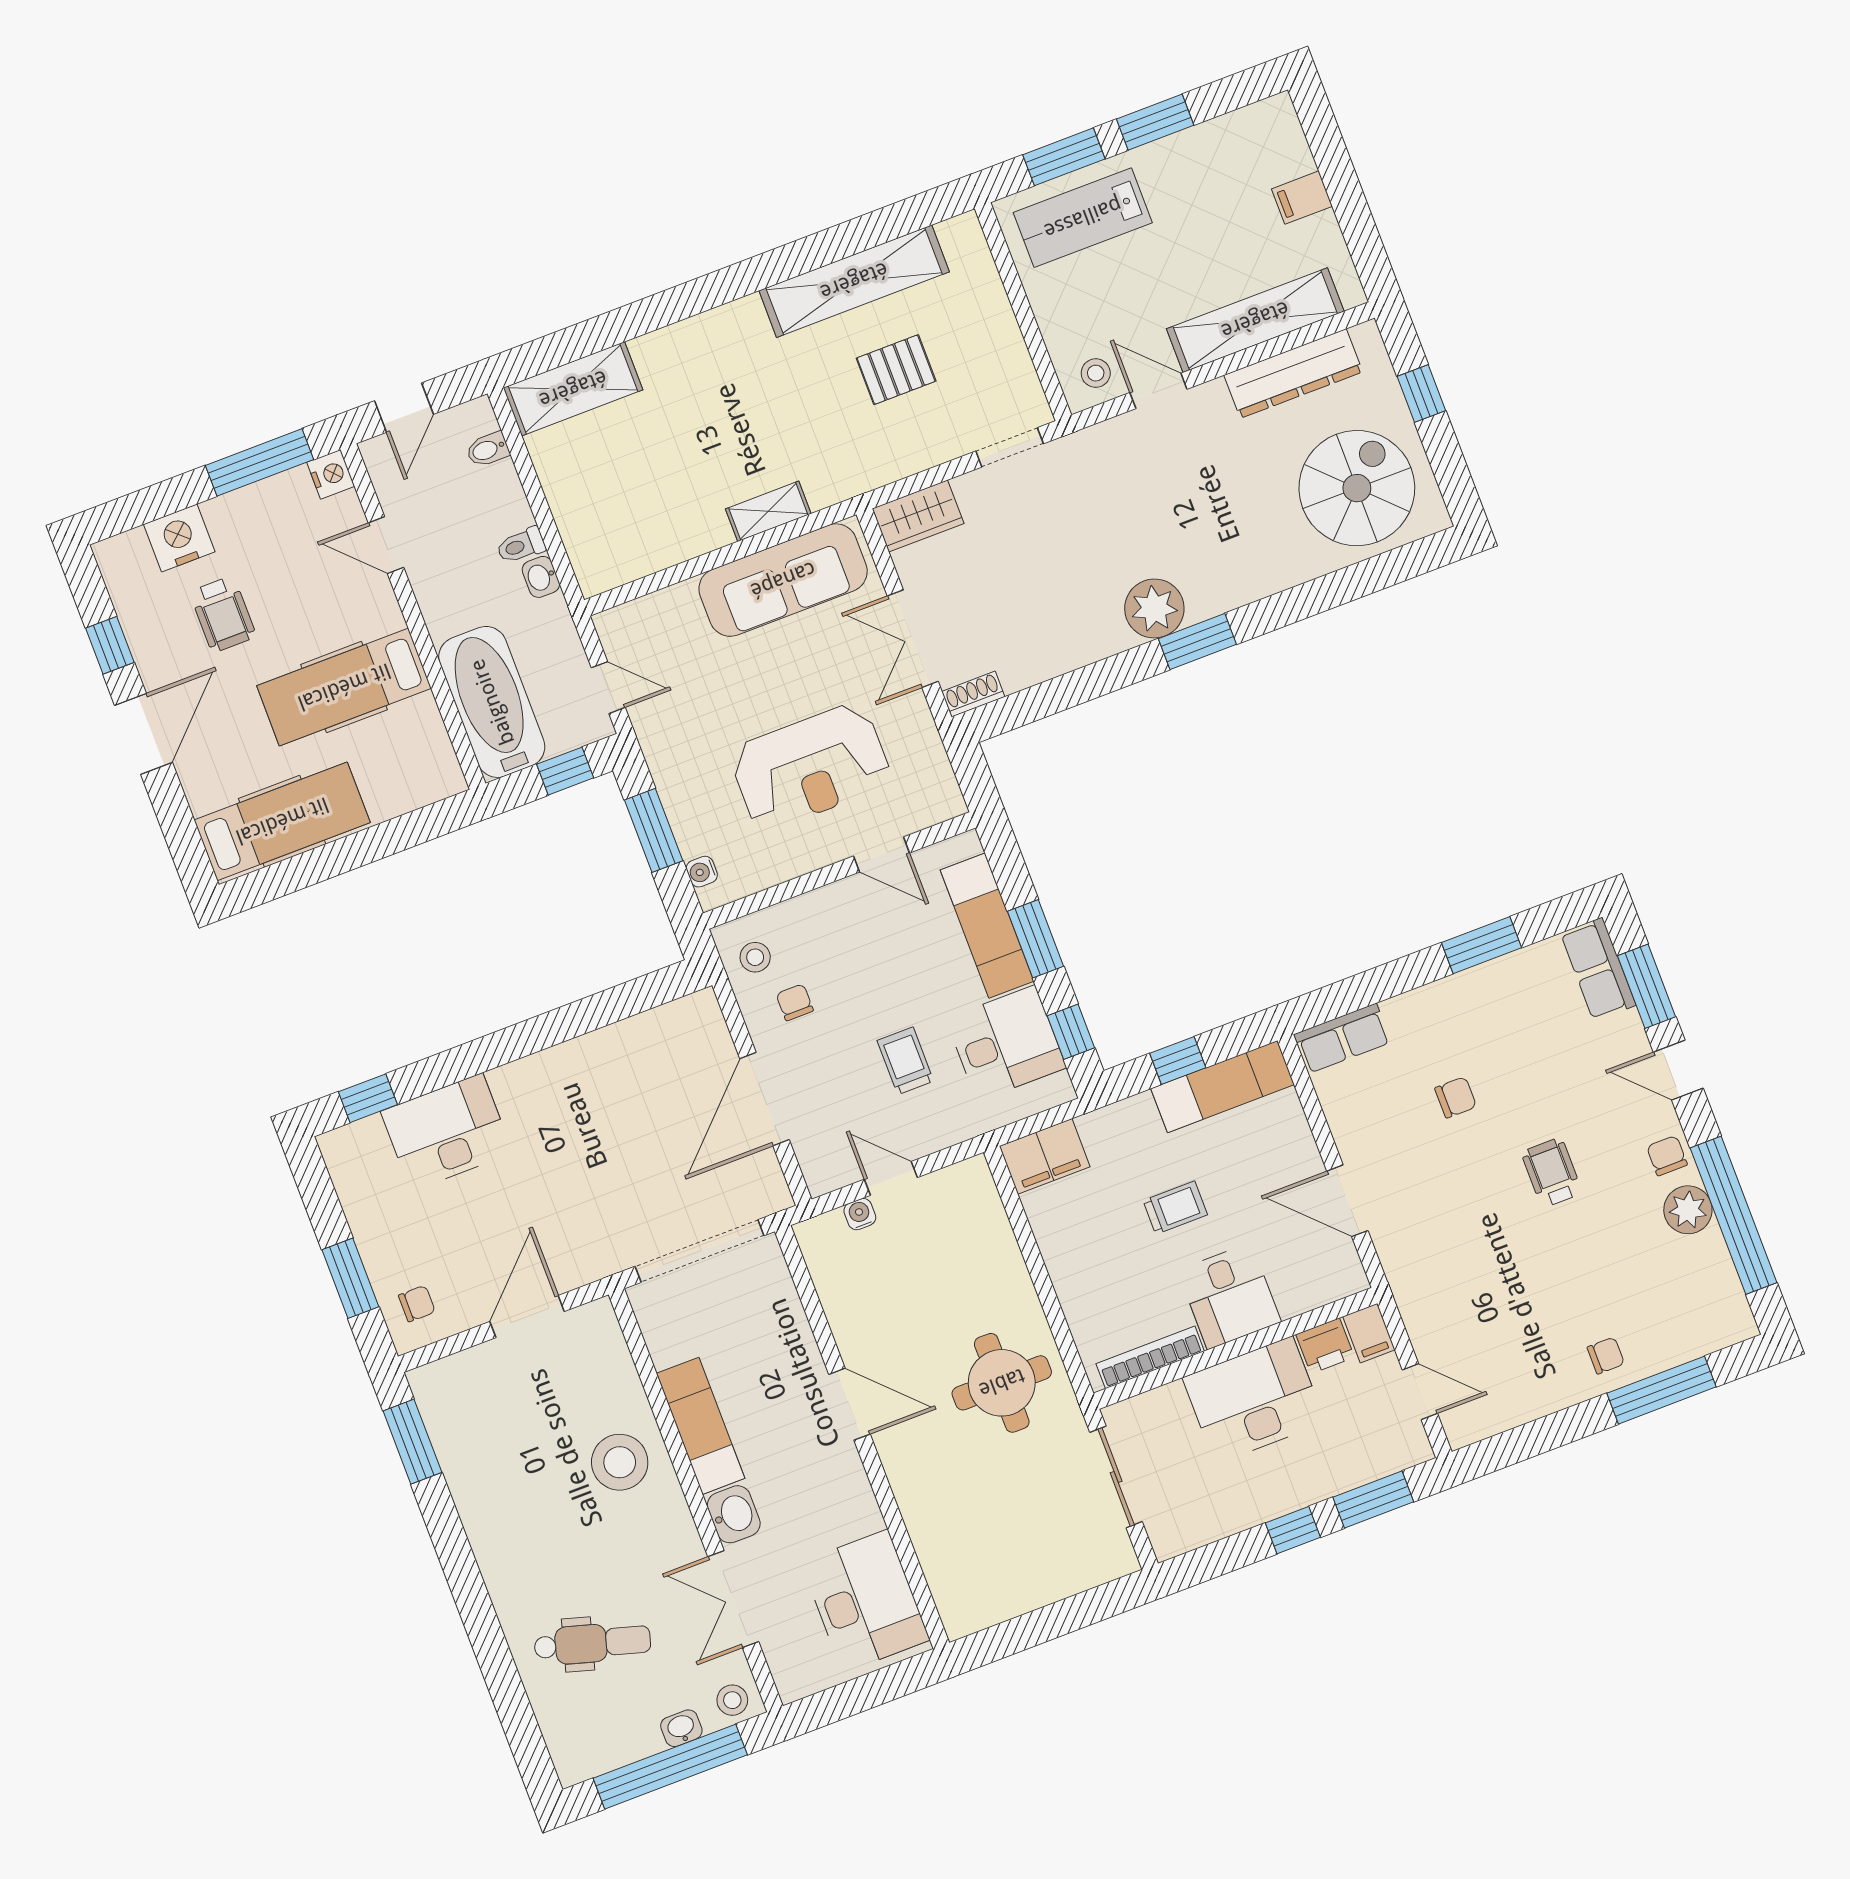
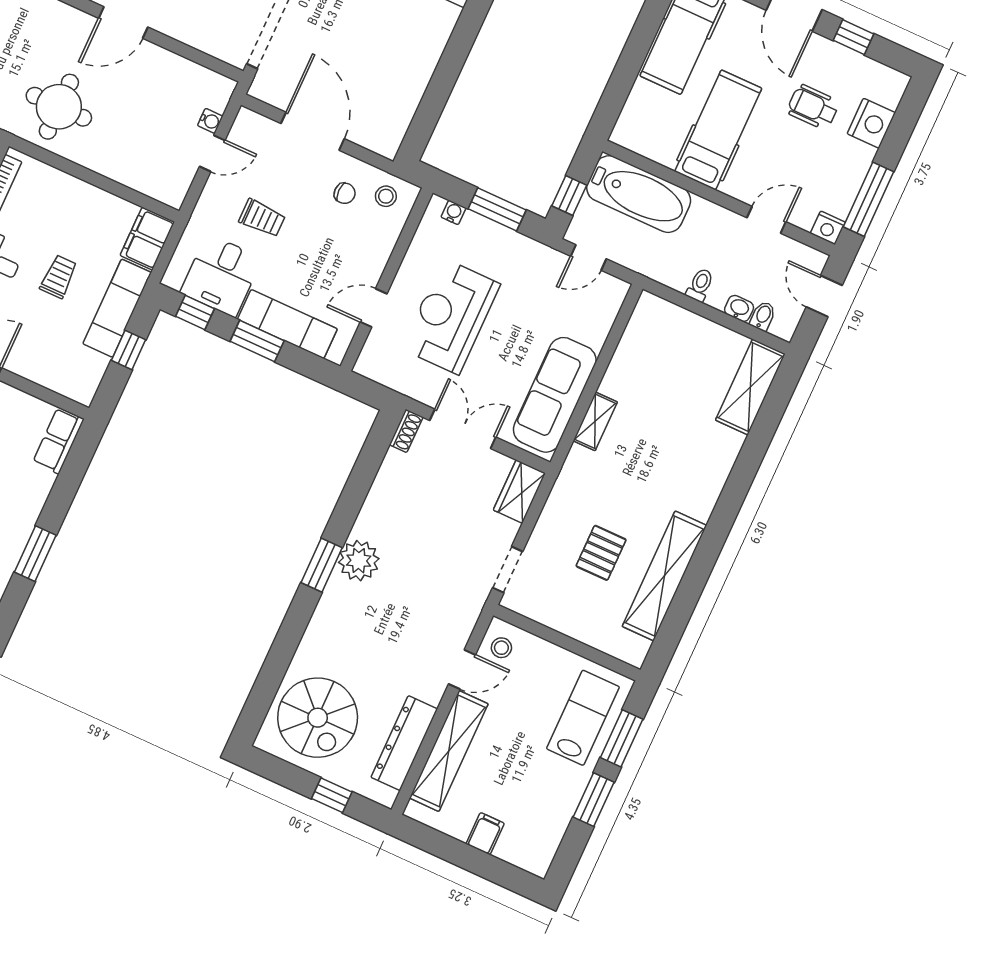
washbasin: (541, 577) -> (739, 308), moved
exam couch: (1223, 1087) -> (117, 308), moved
trolley: (1175, 1208) -> (59, 277), turned 180

